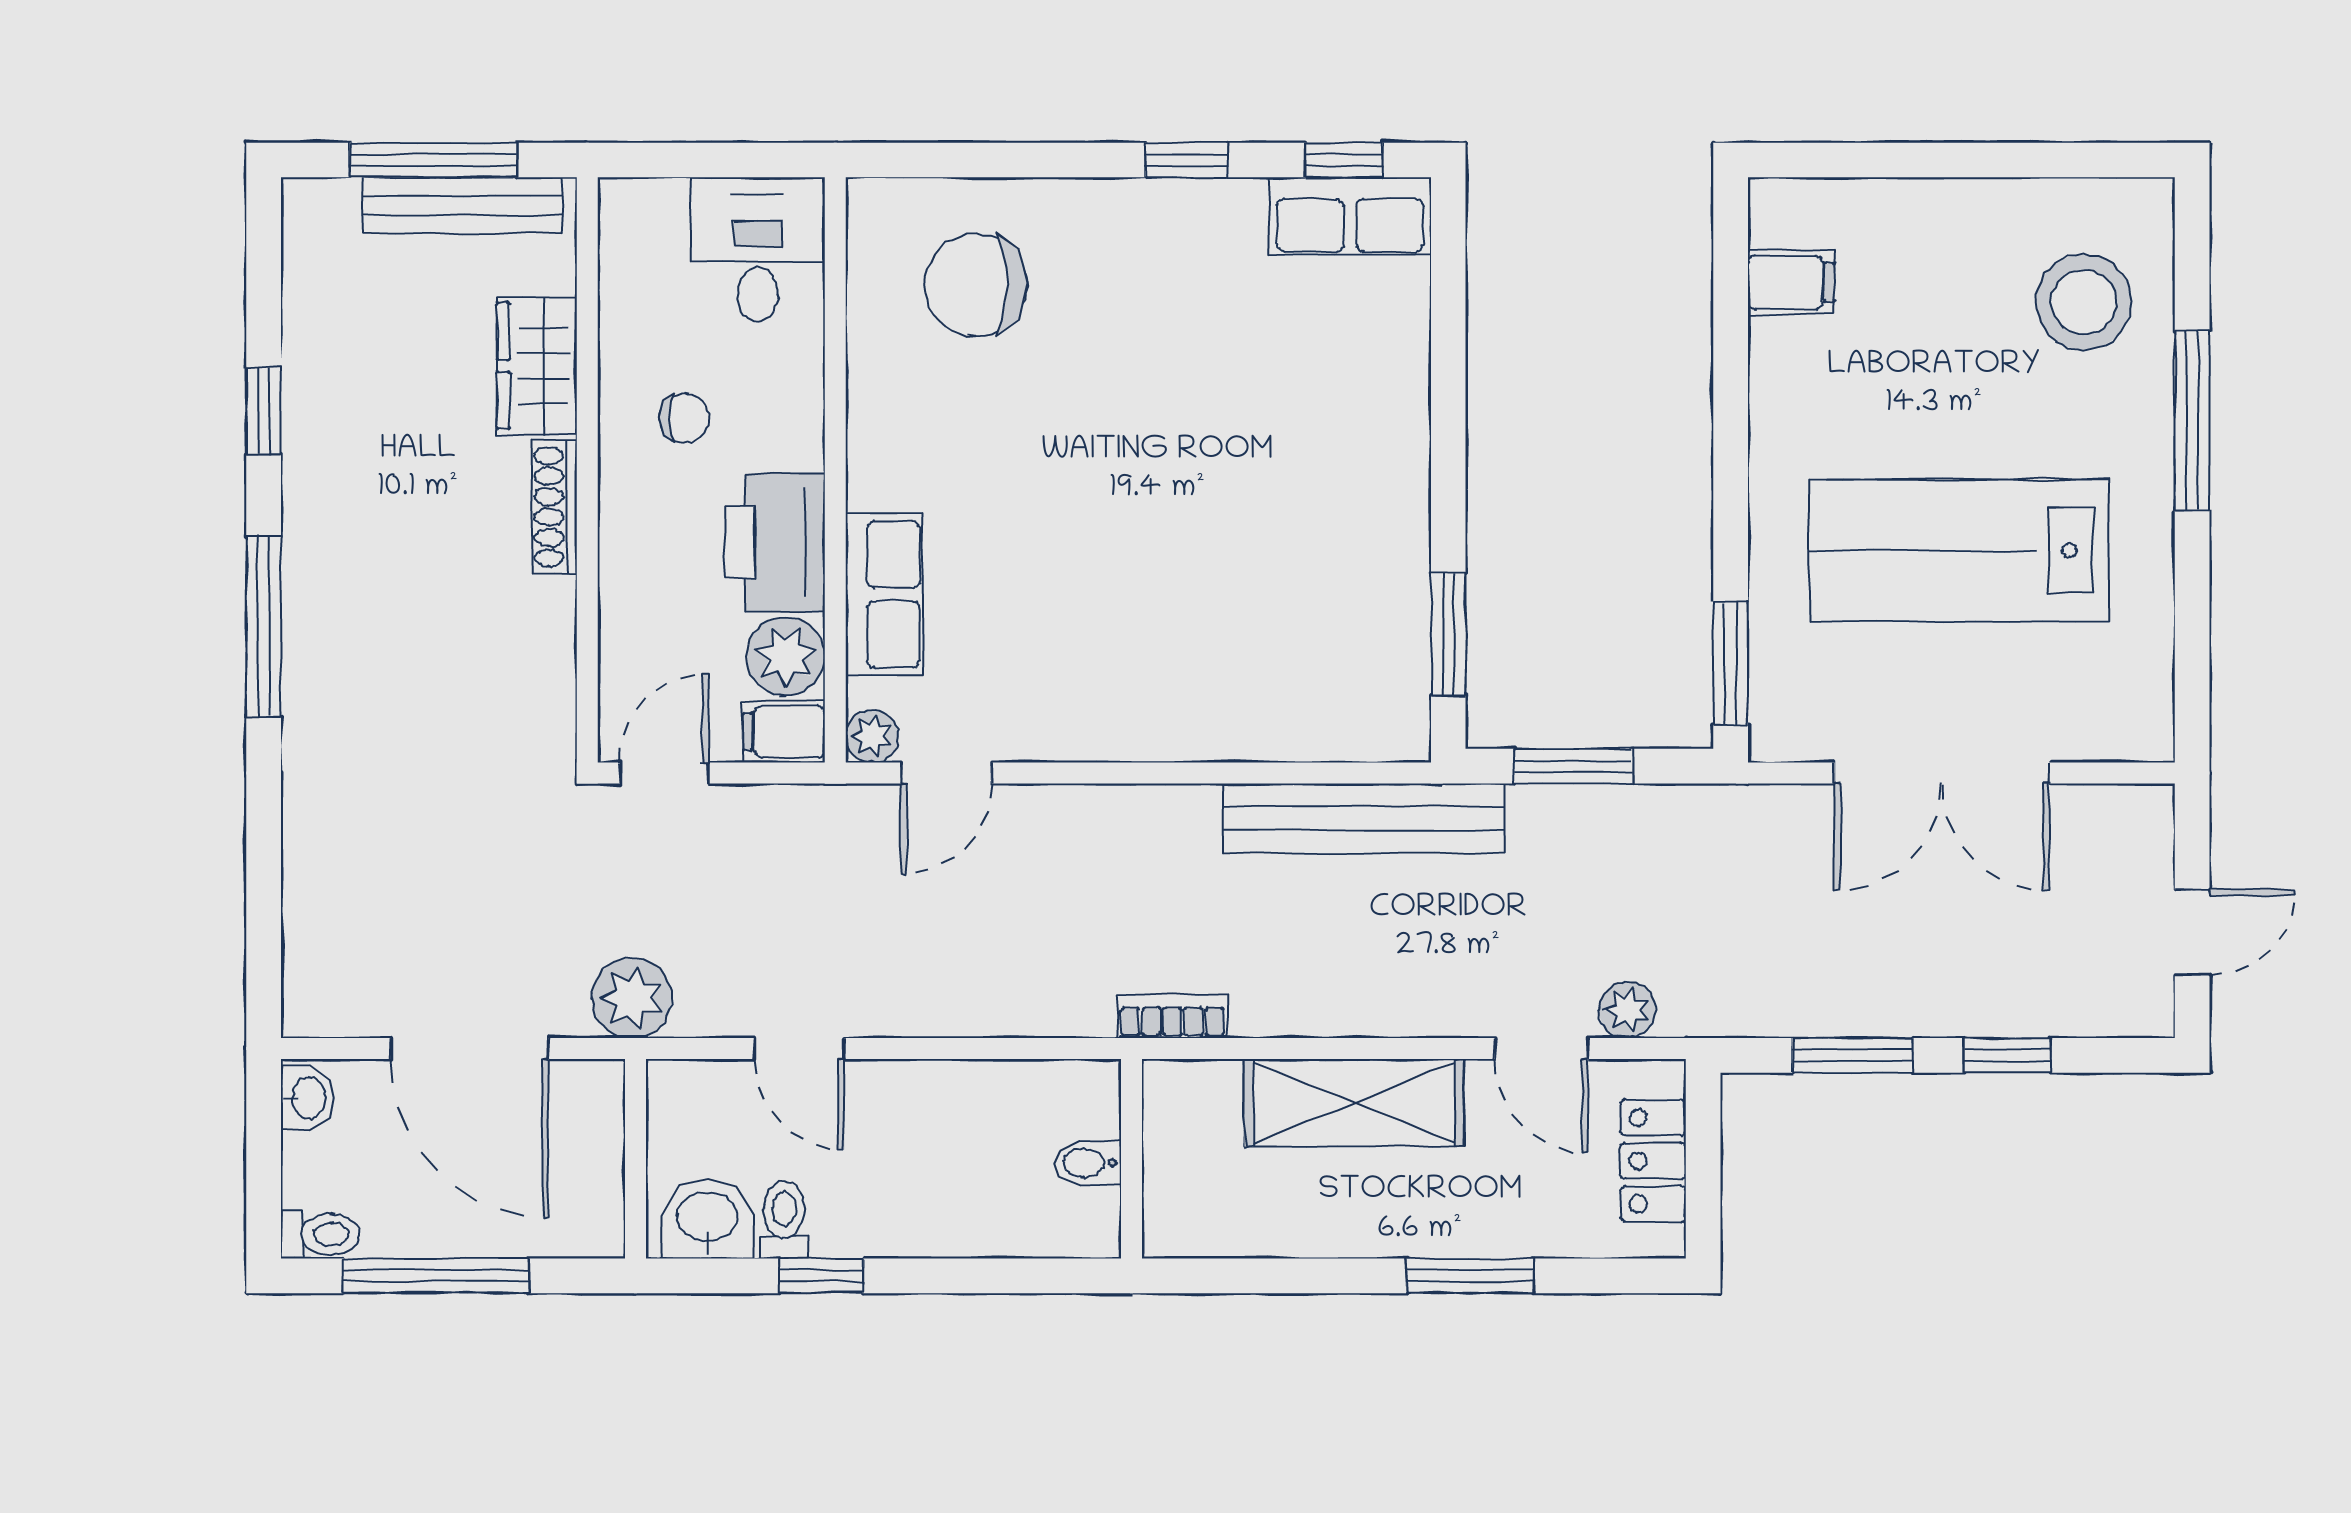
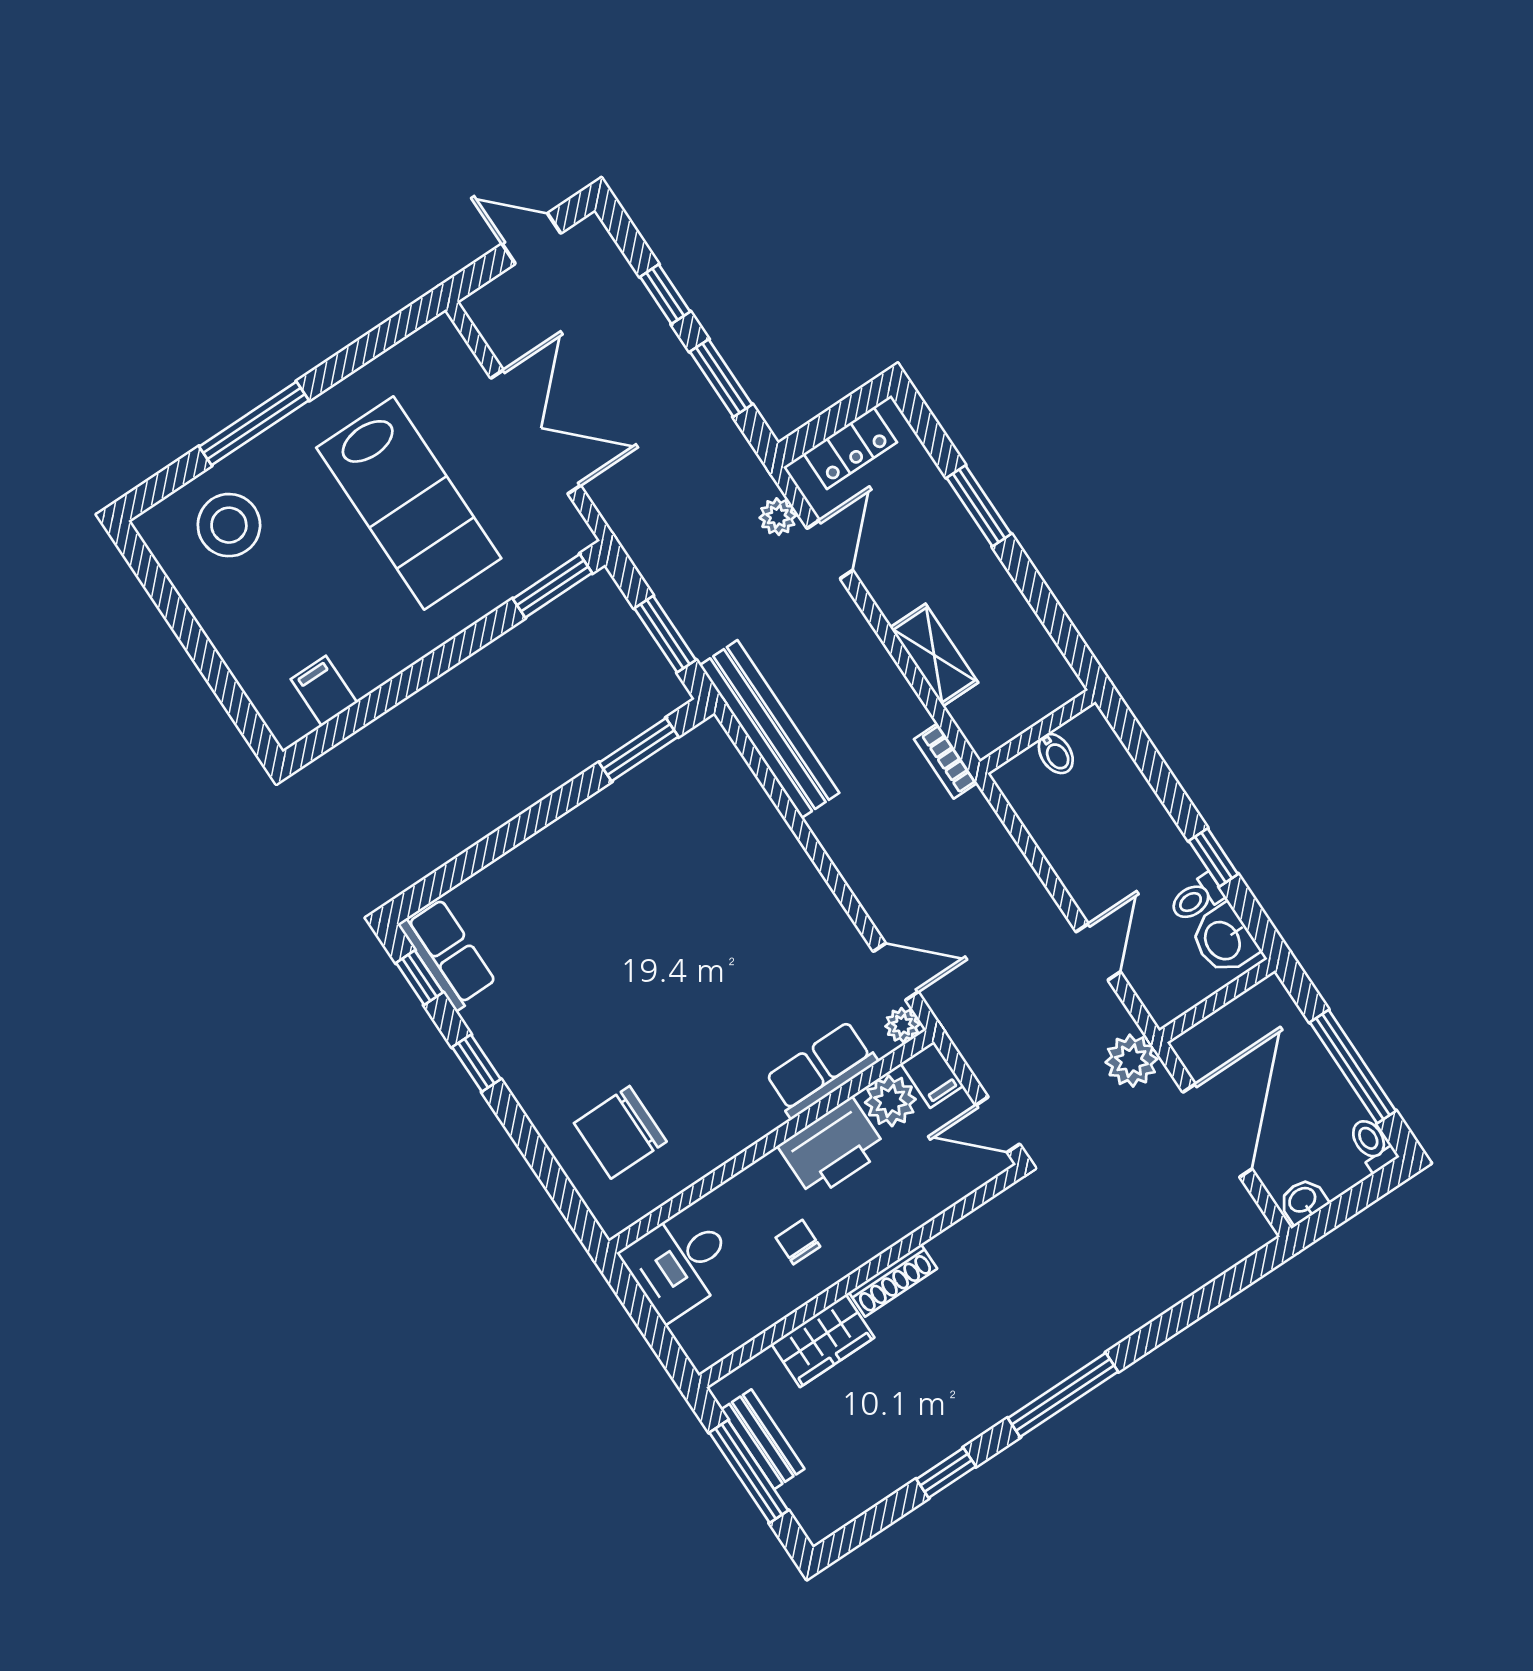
bench: (463, 205) -> (763, 1439), width x0.73
chair: (976, 285) -> (620, 1132), turned 90
shelving: (1354, 1103) -> (934, 655), width x0.67, depth x0.75

